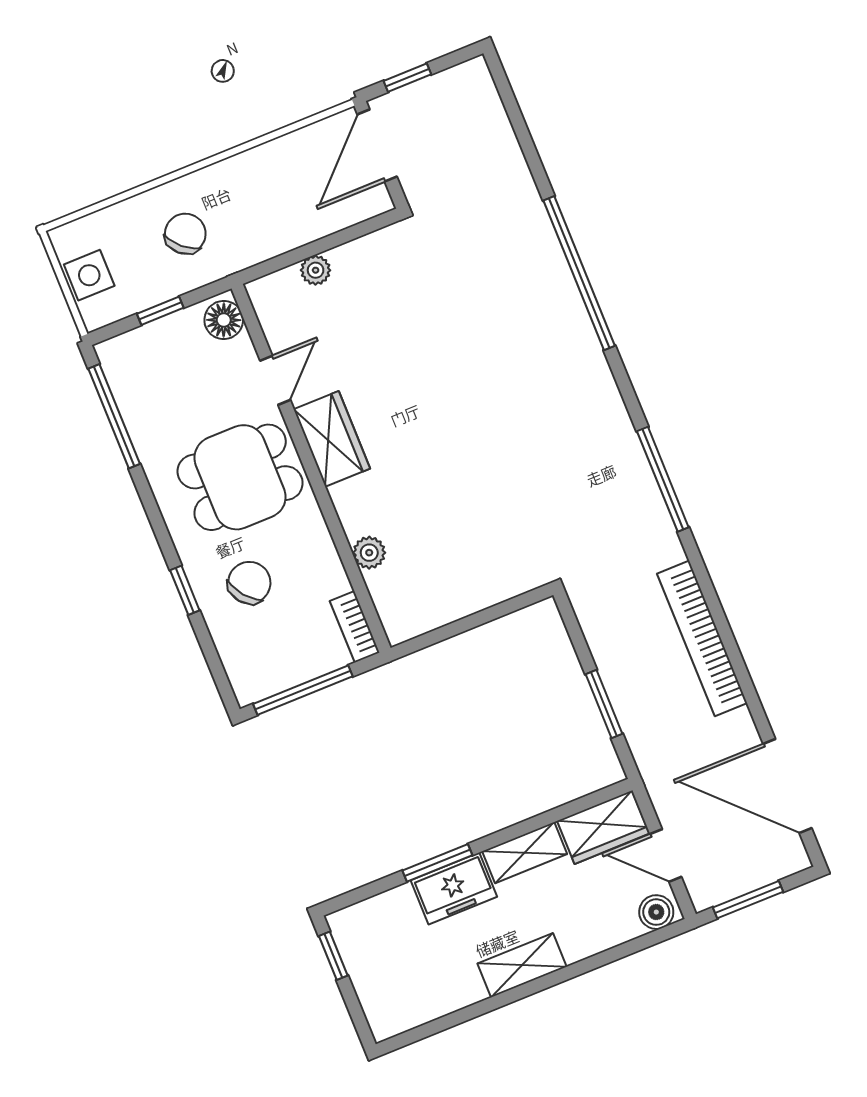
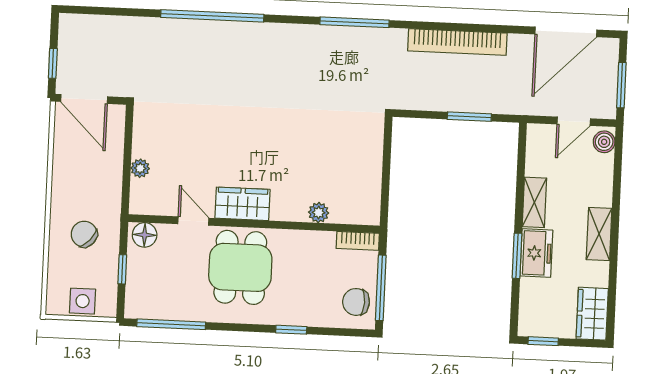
chair: (249, 583) -> (356, 302), moved, turned -50
wardrobe: (603, 827) -> (592, 314), moved, turned 180

